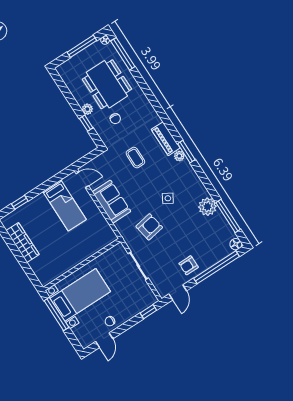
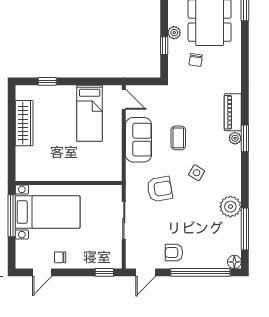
coffee table: (135, 158) -> (178, 138), moved

